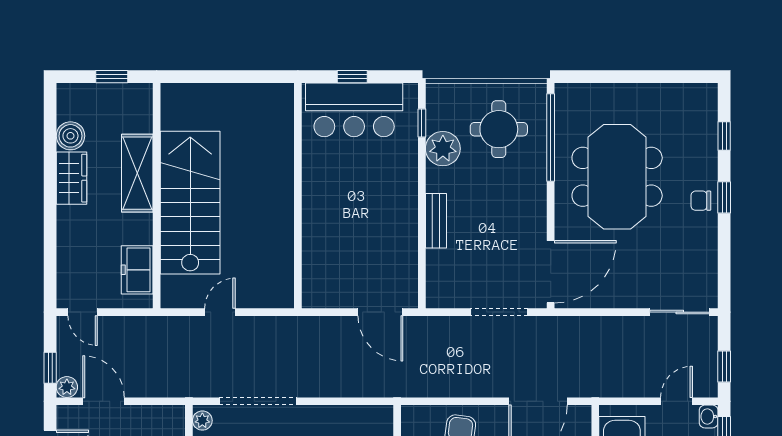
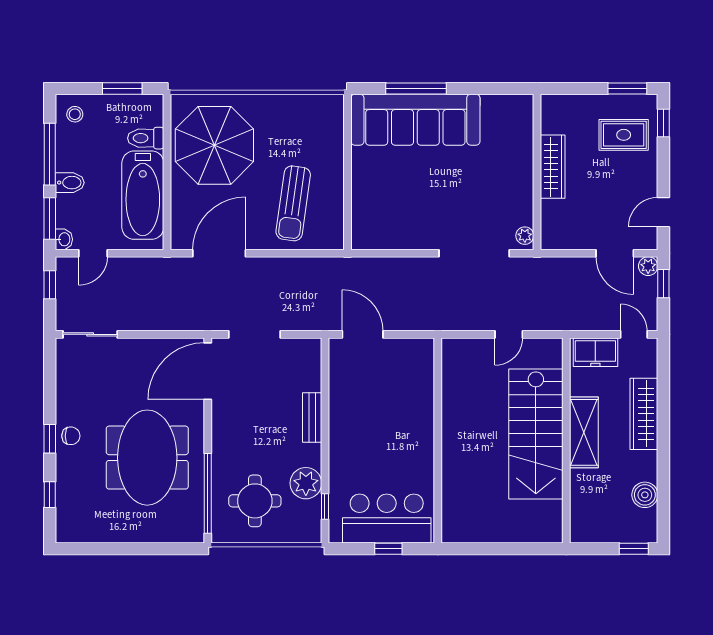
window: (112, 77) -> (634, 549), moved
shelving: (137, 173) -> (584, 432), moved
wardrobe: (72, 178) -> (644, 414), moved, width x1.50
freezer: (137, 270) -> (595, 352), moved, turned 90

